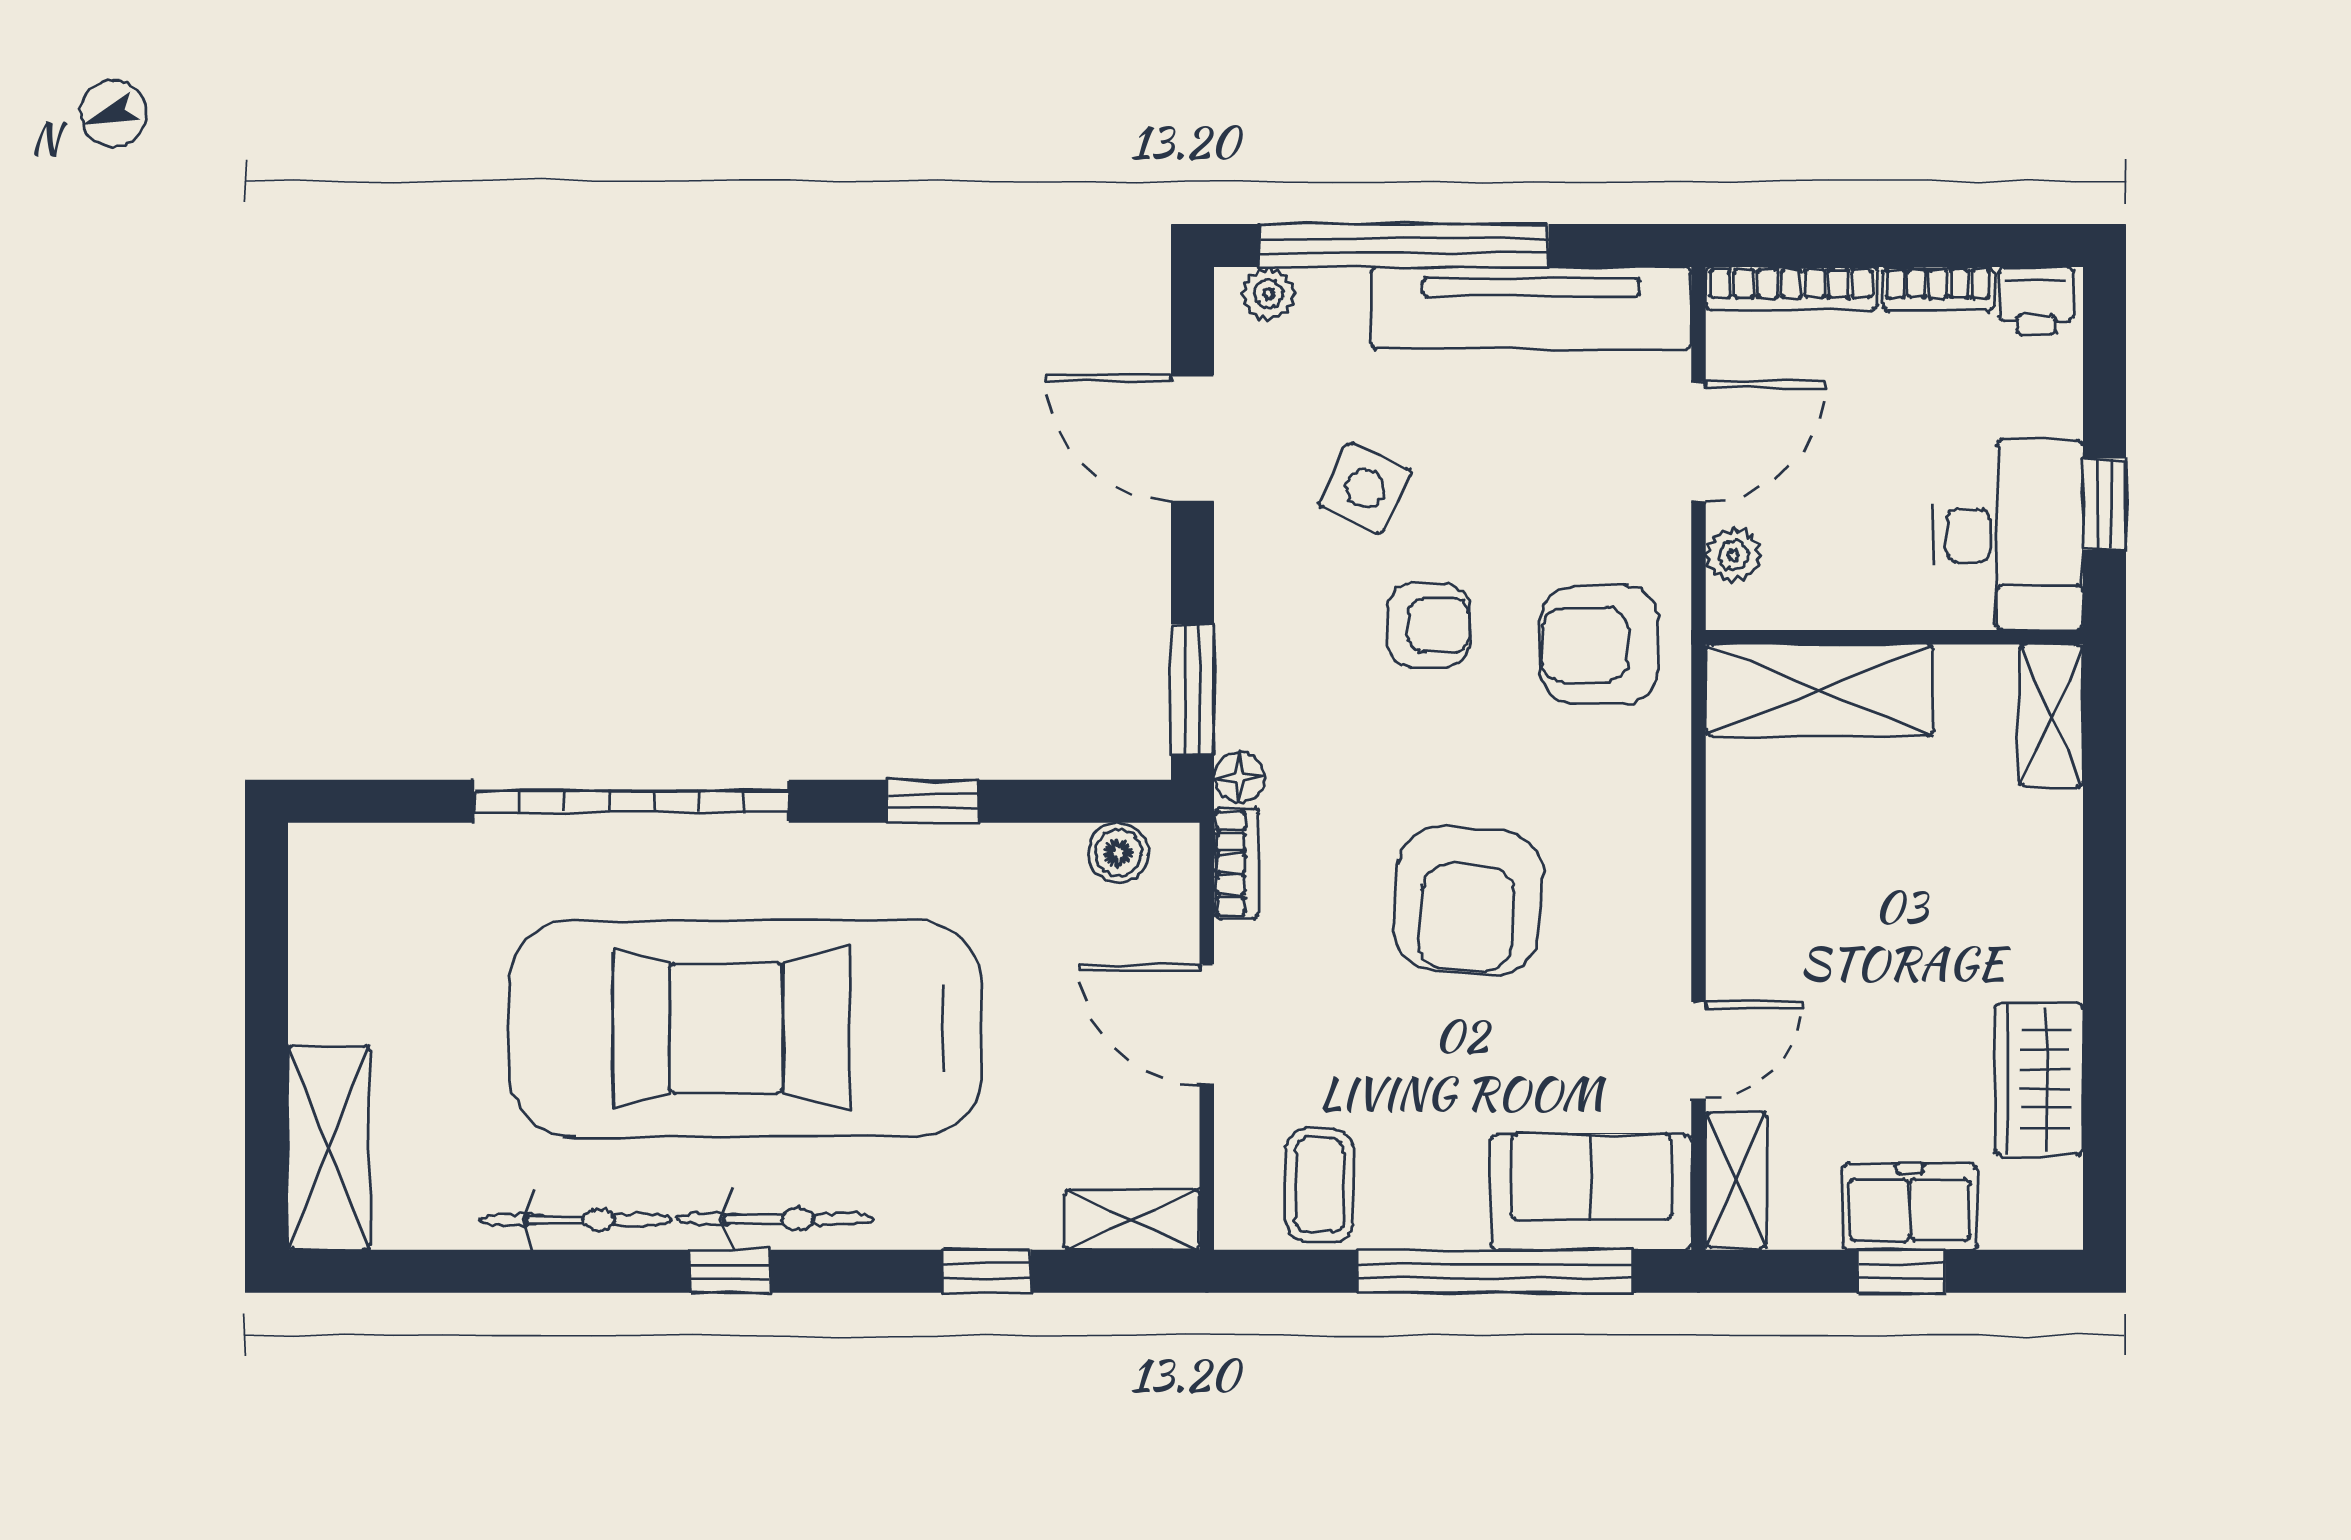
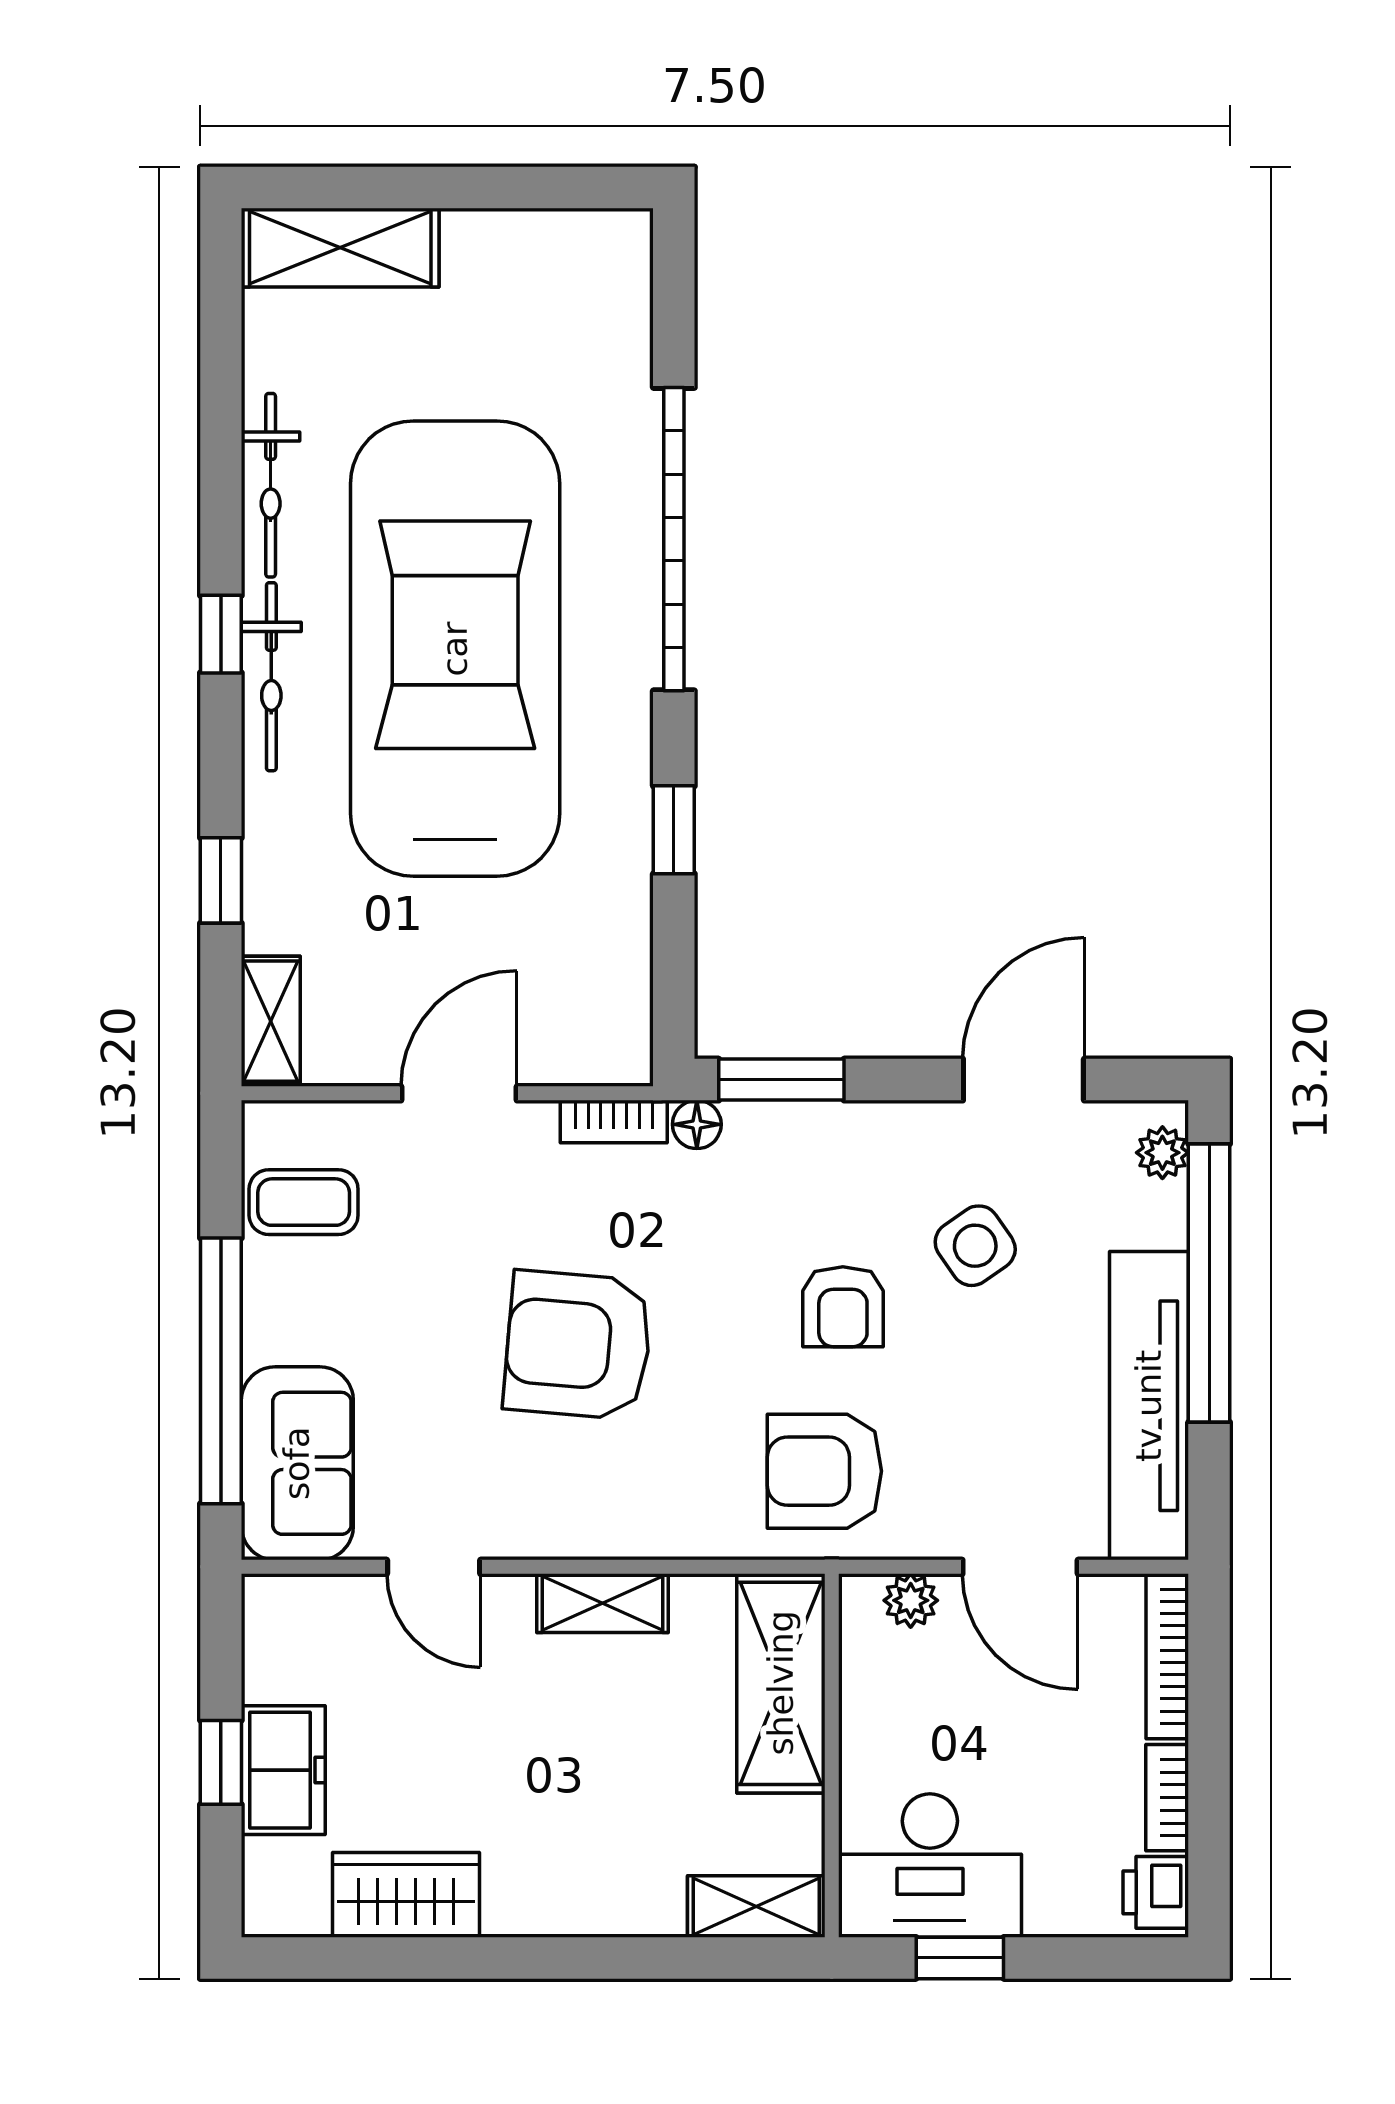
side table: (1365, 488) -> (975, 1246), turned 30
armchair: (1599, 645) -> (824, 1471), turned -90
boiler: (1119, 853) -> (624, 1008), removed
shelving: (1736, 1180) -> (603, 1603), moved

